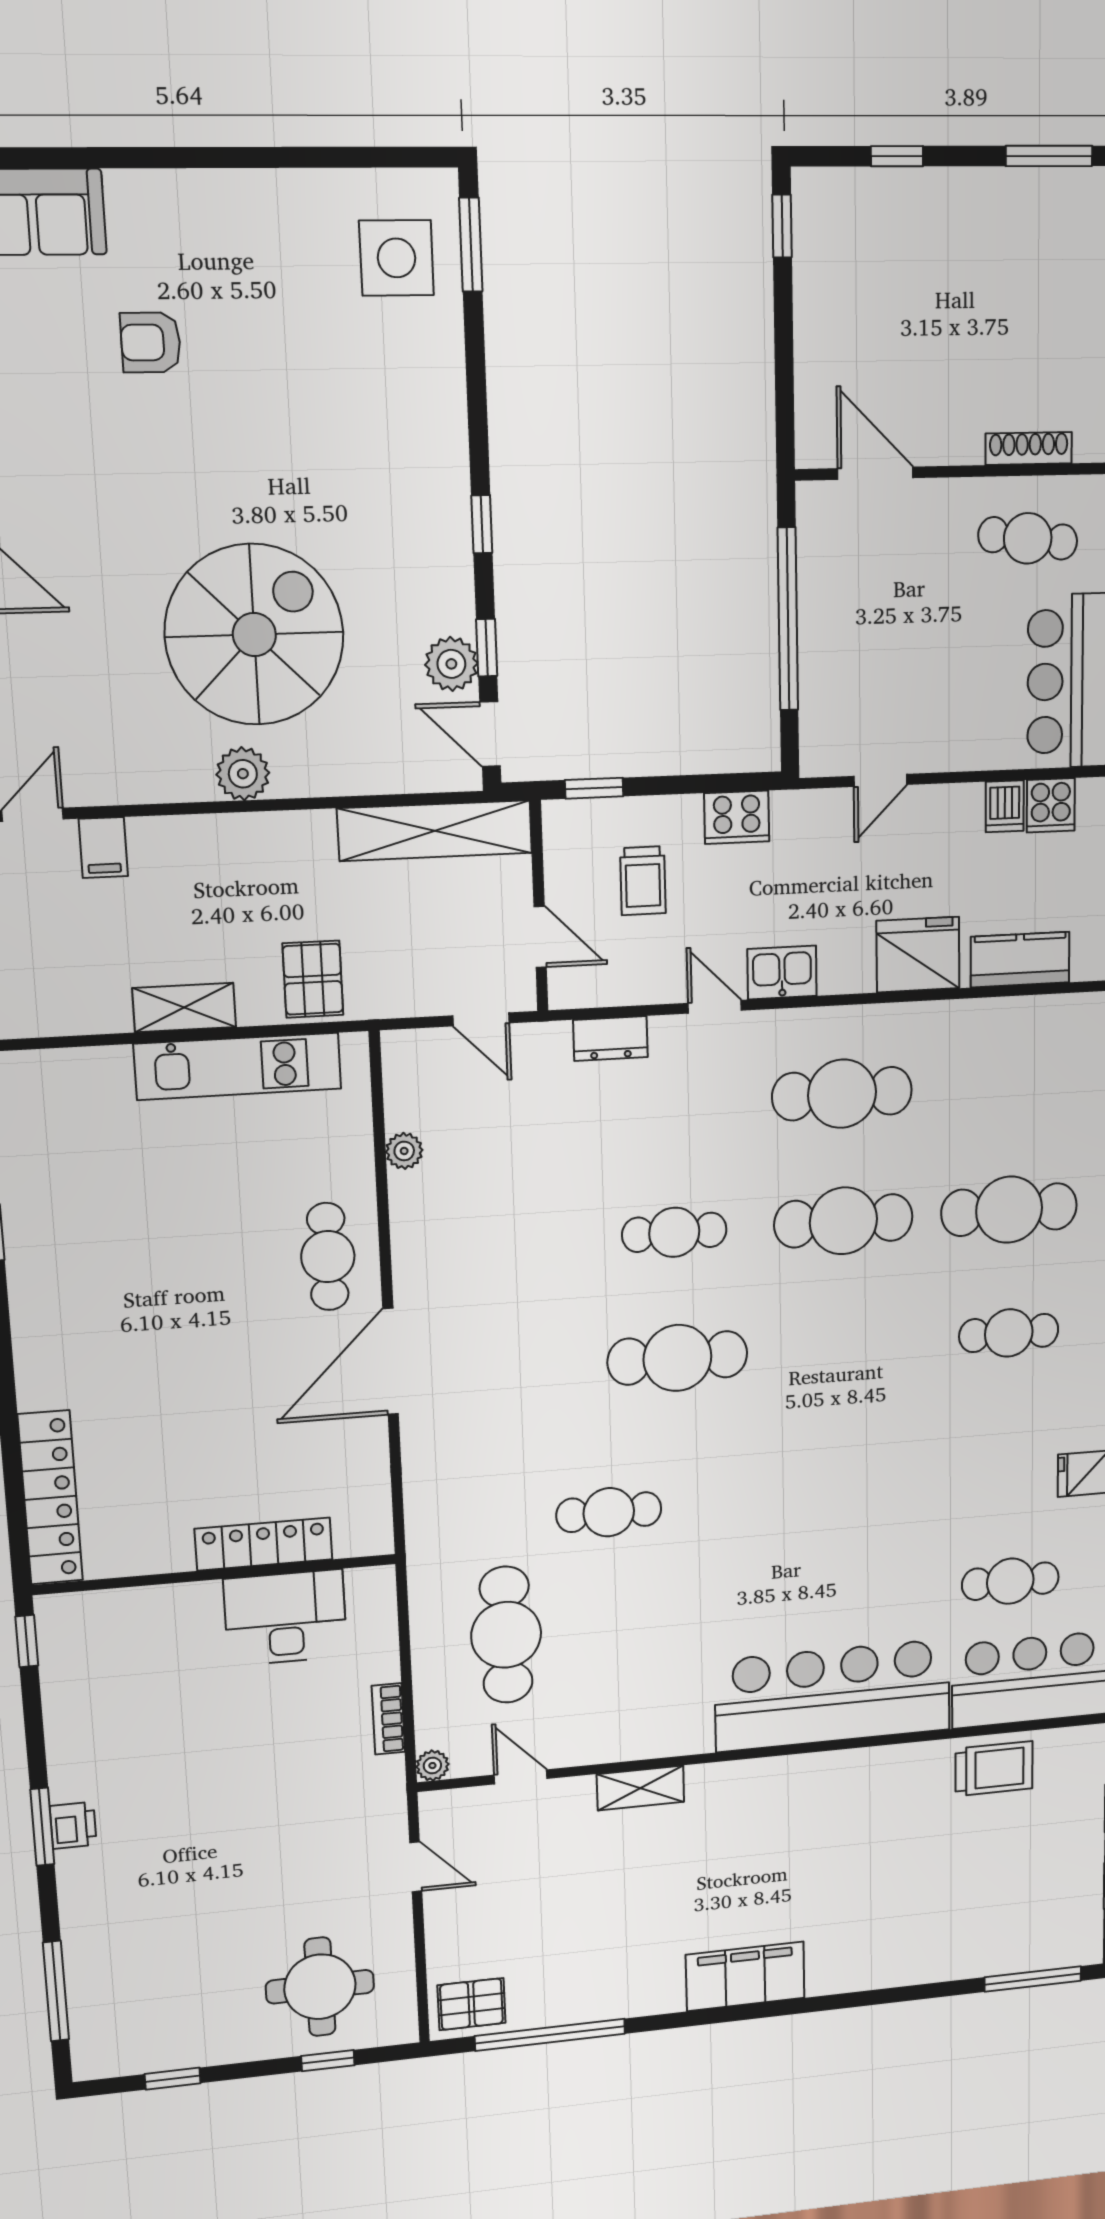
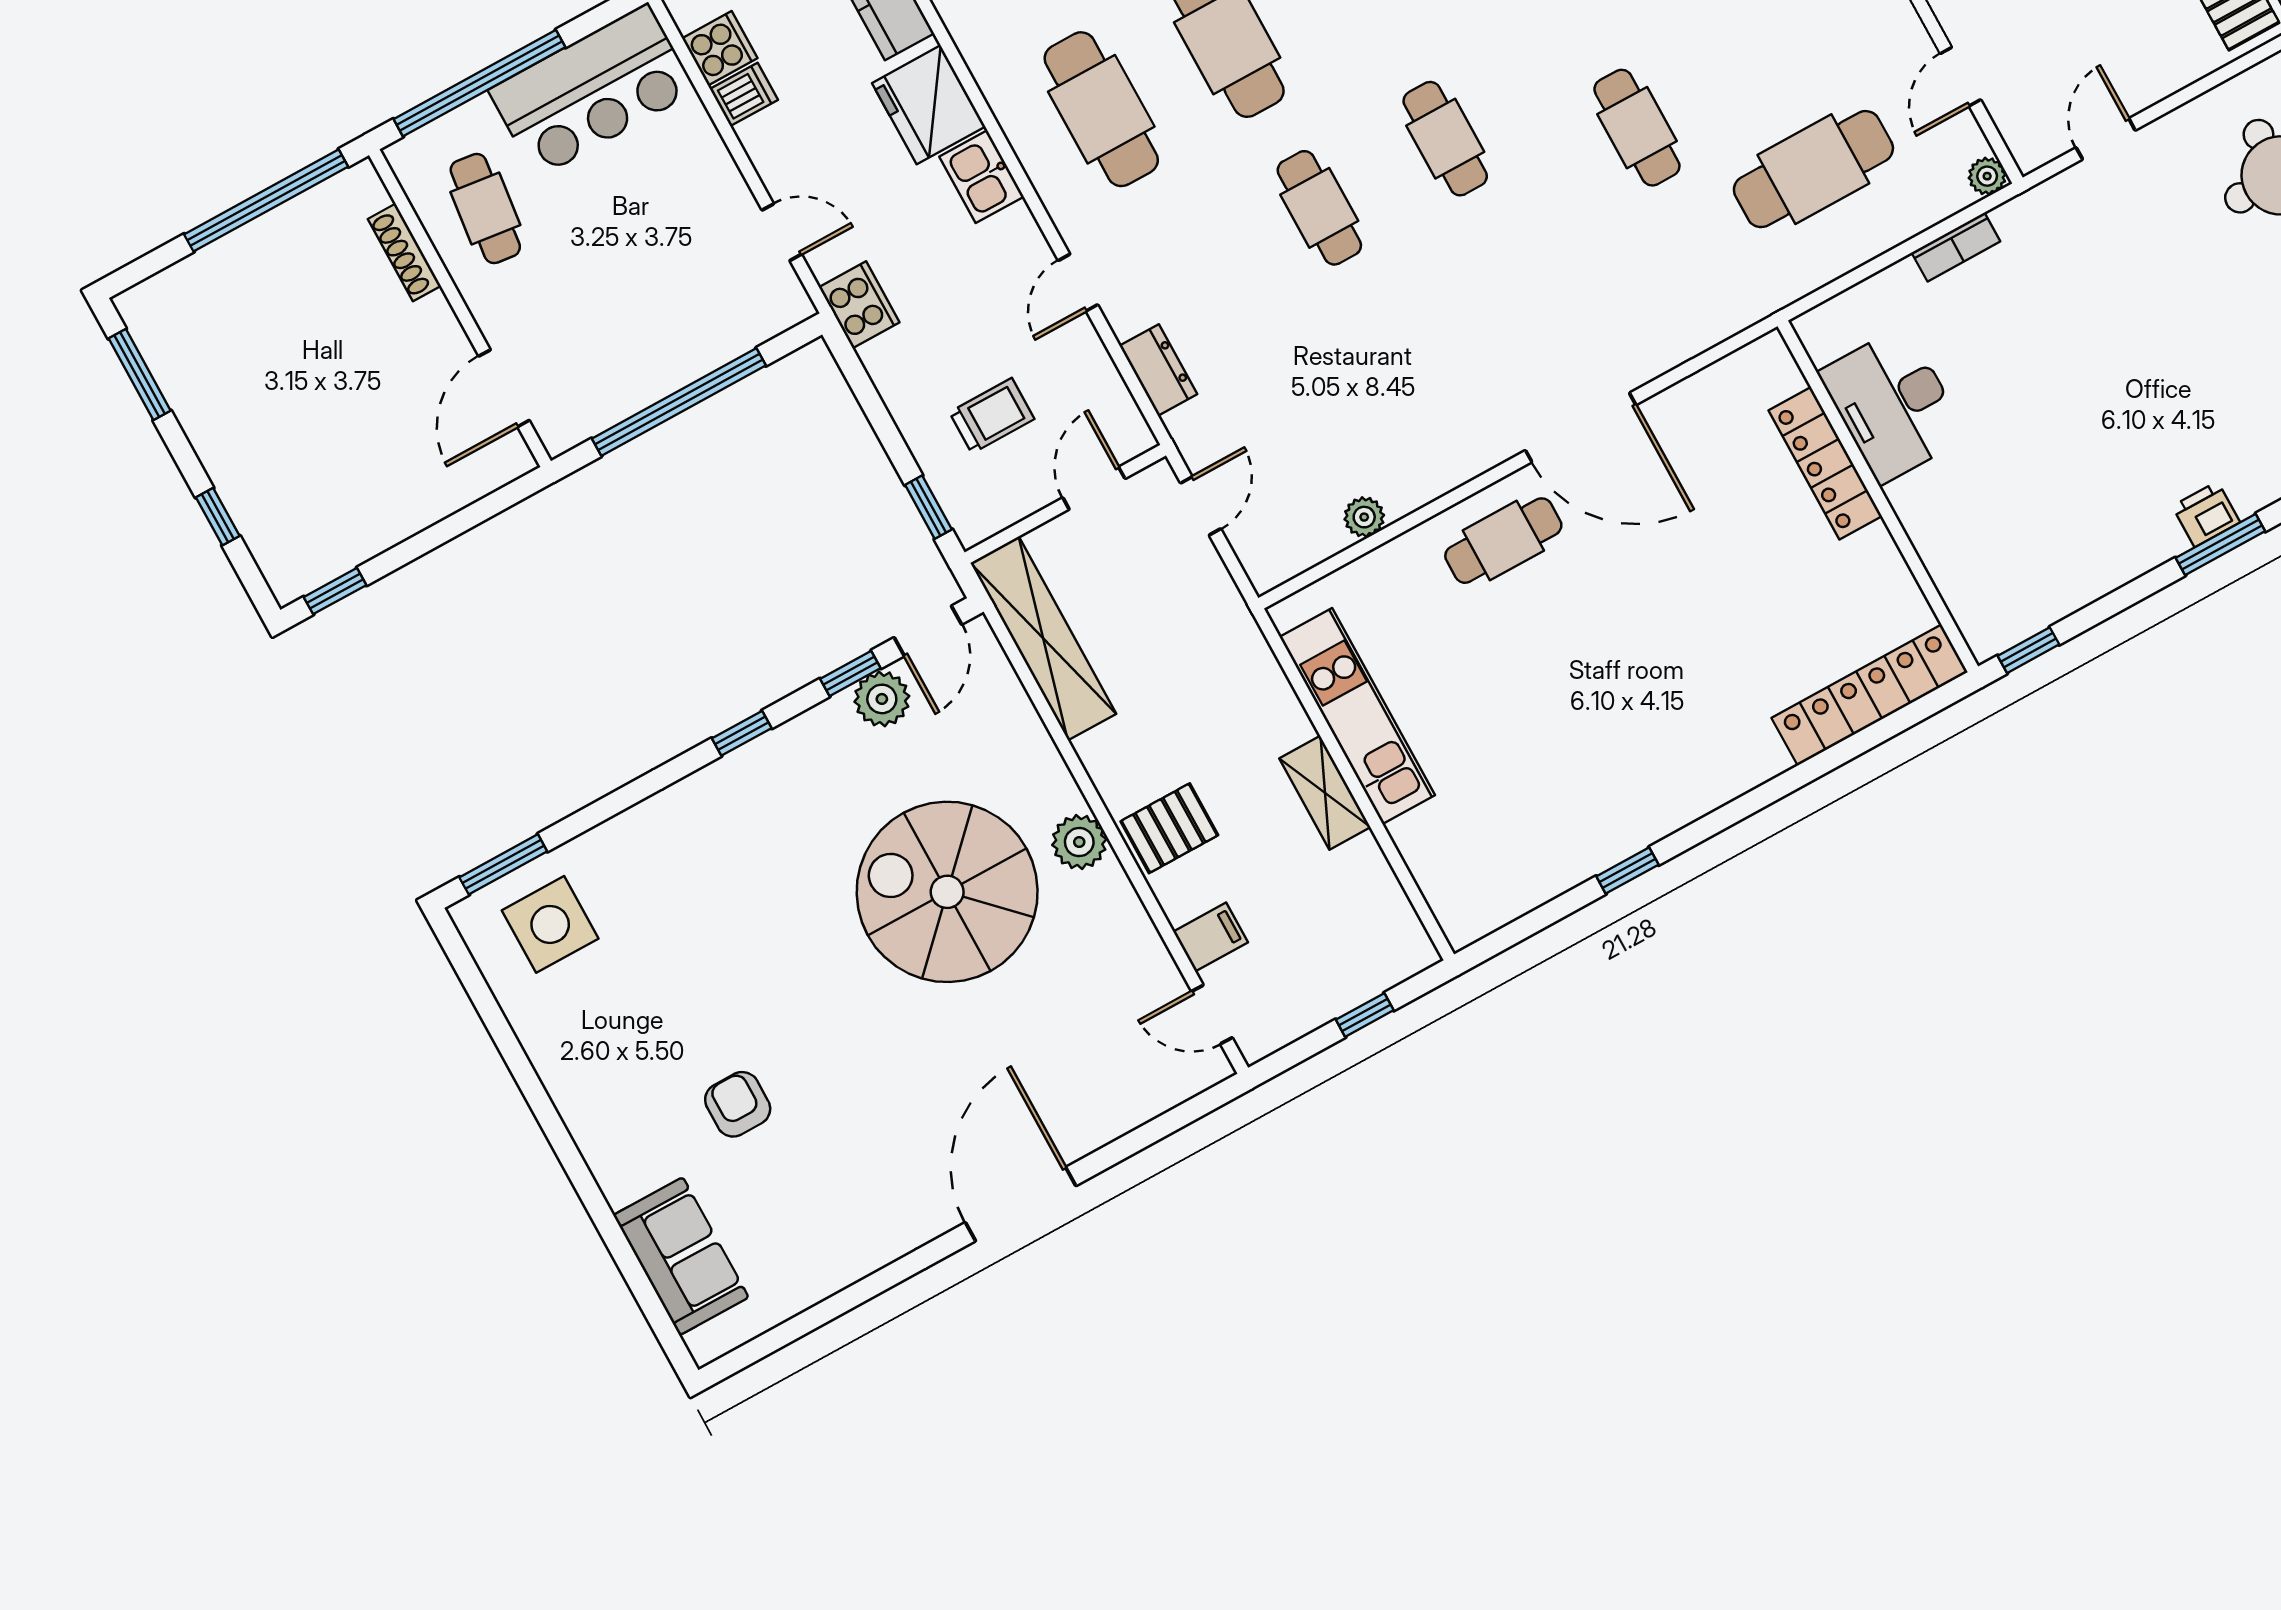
armchair: (151, 342) -> (738, 1104), turned 180
cooker: (737, 817) -> (859, 305), moved
kitchen sink: (782, 972) -> (982, 177), moved
pallet: (313, 979) -> (1169, 828), moved
cafe table: (677, 1358) -> (1445, 139), width x0.73, depth x0.74

